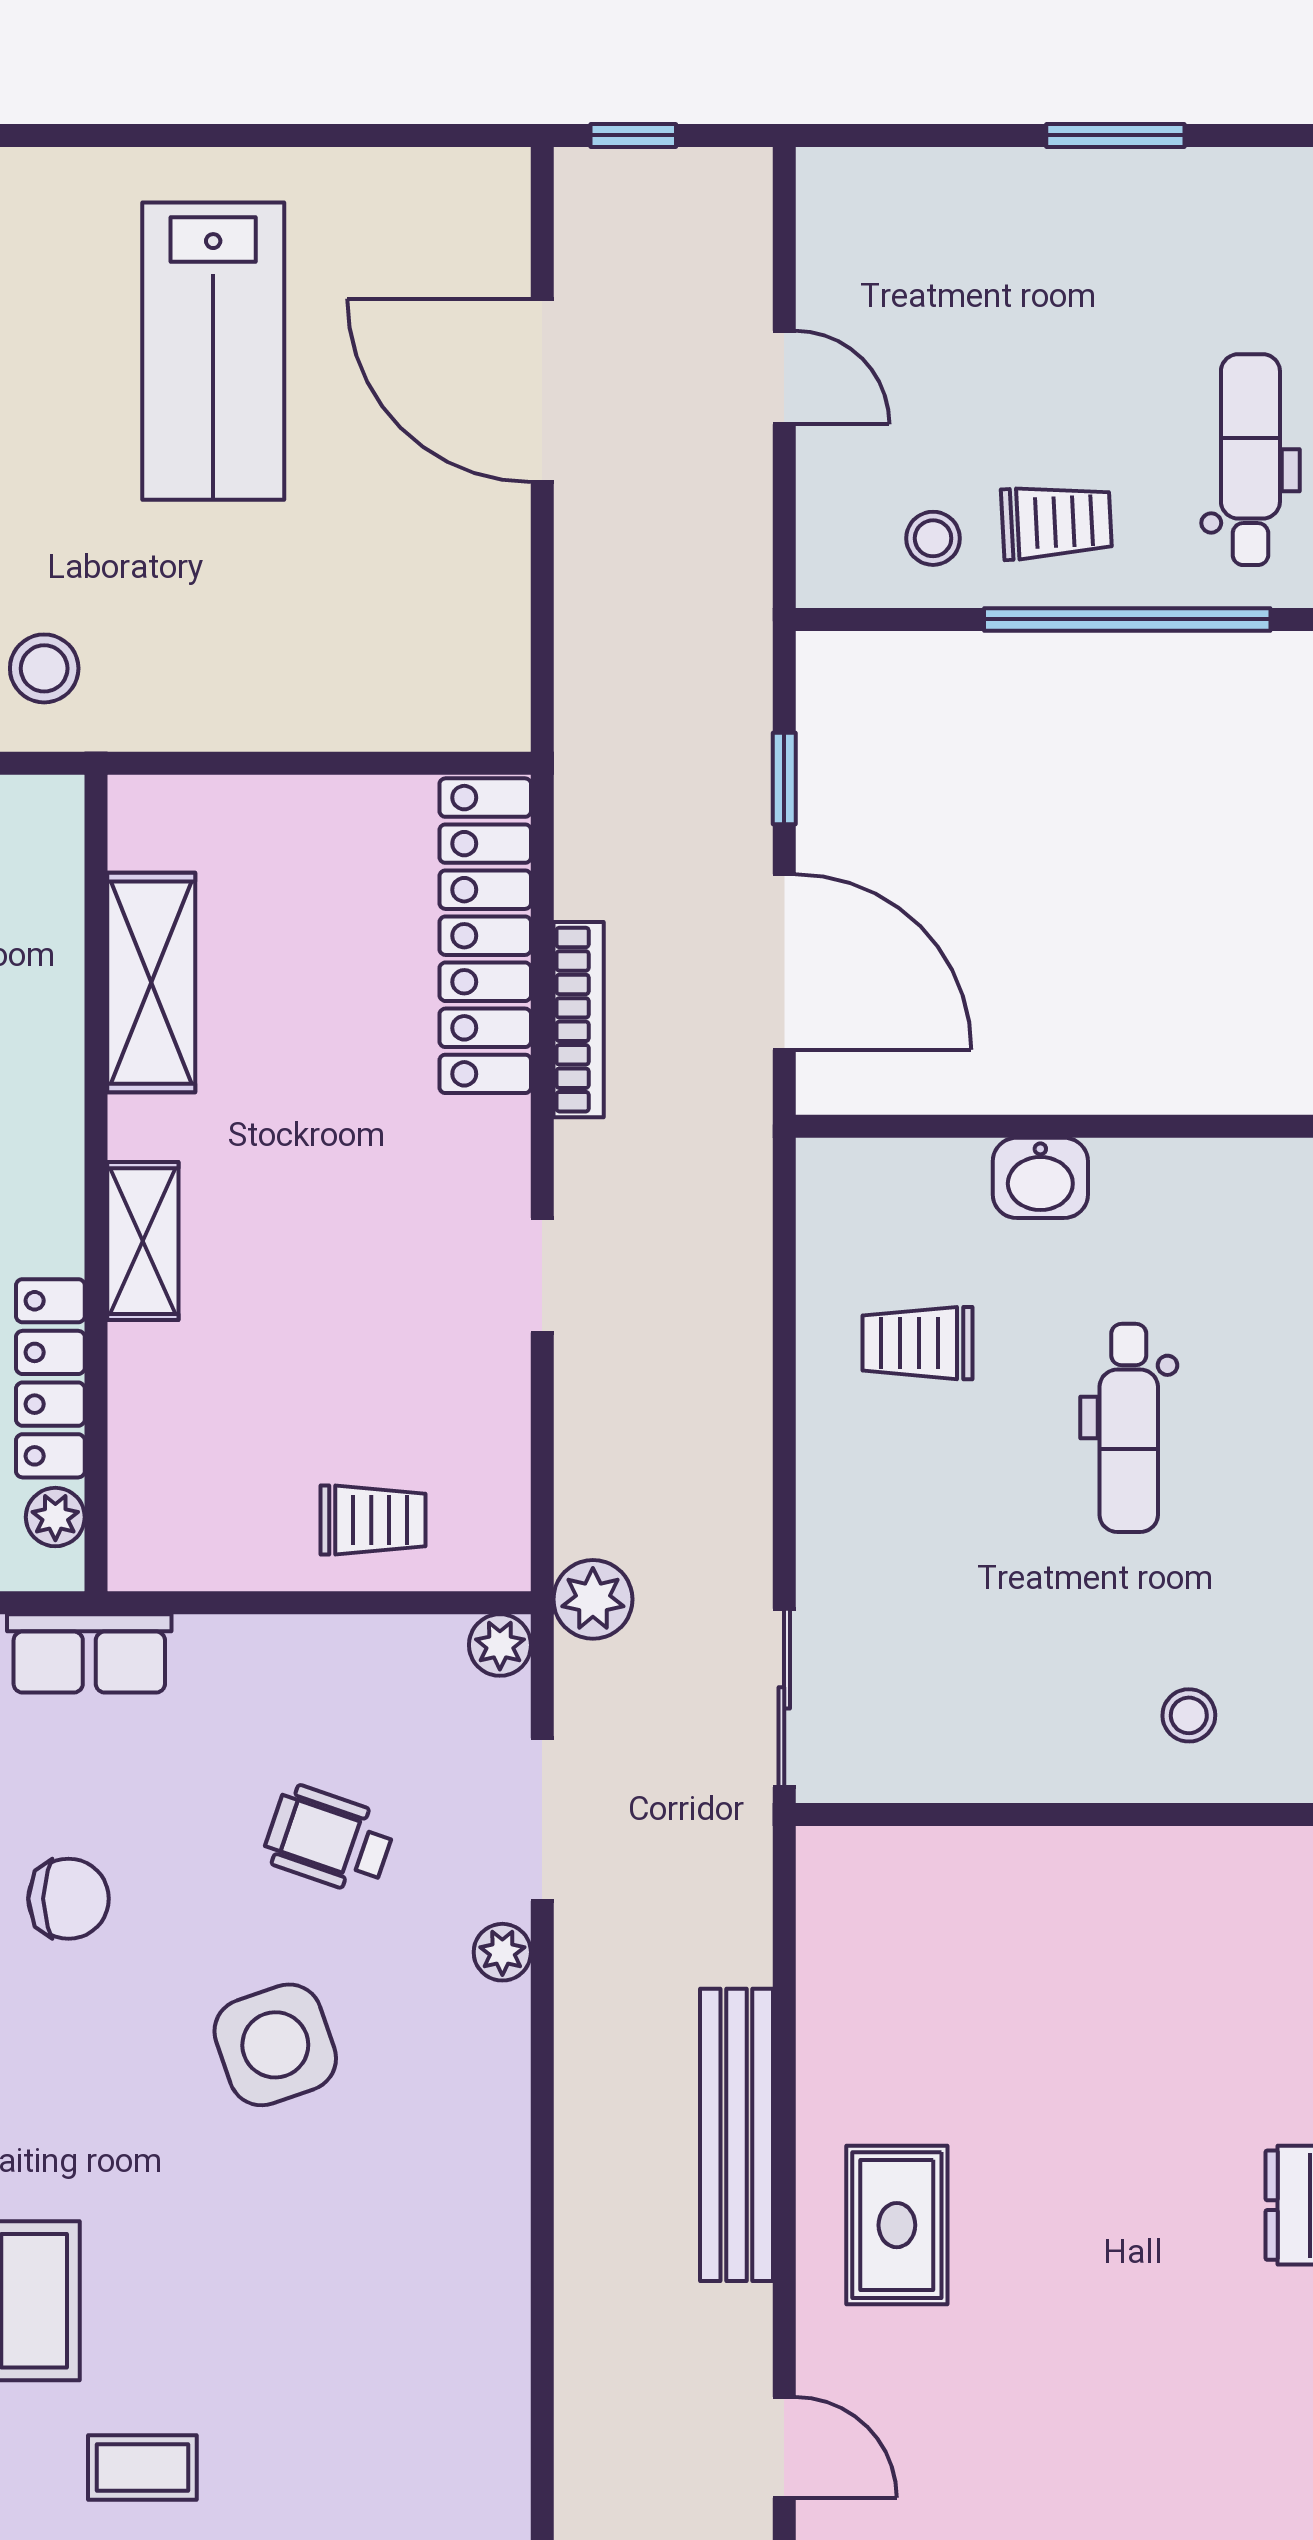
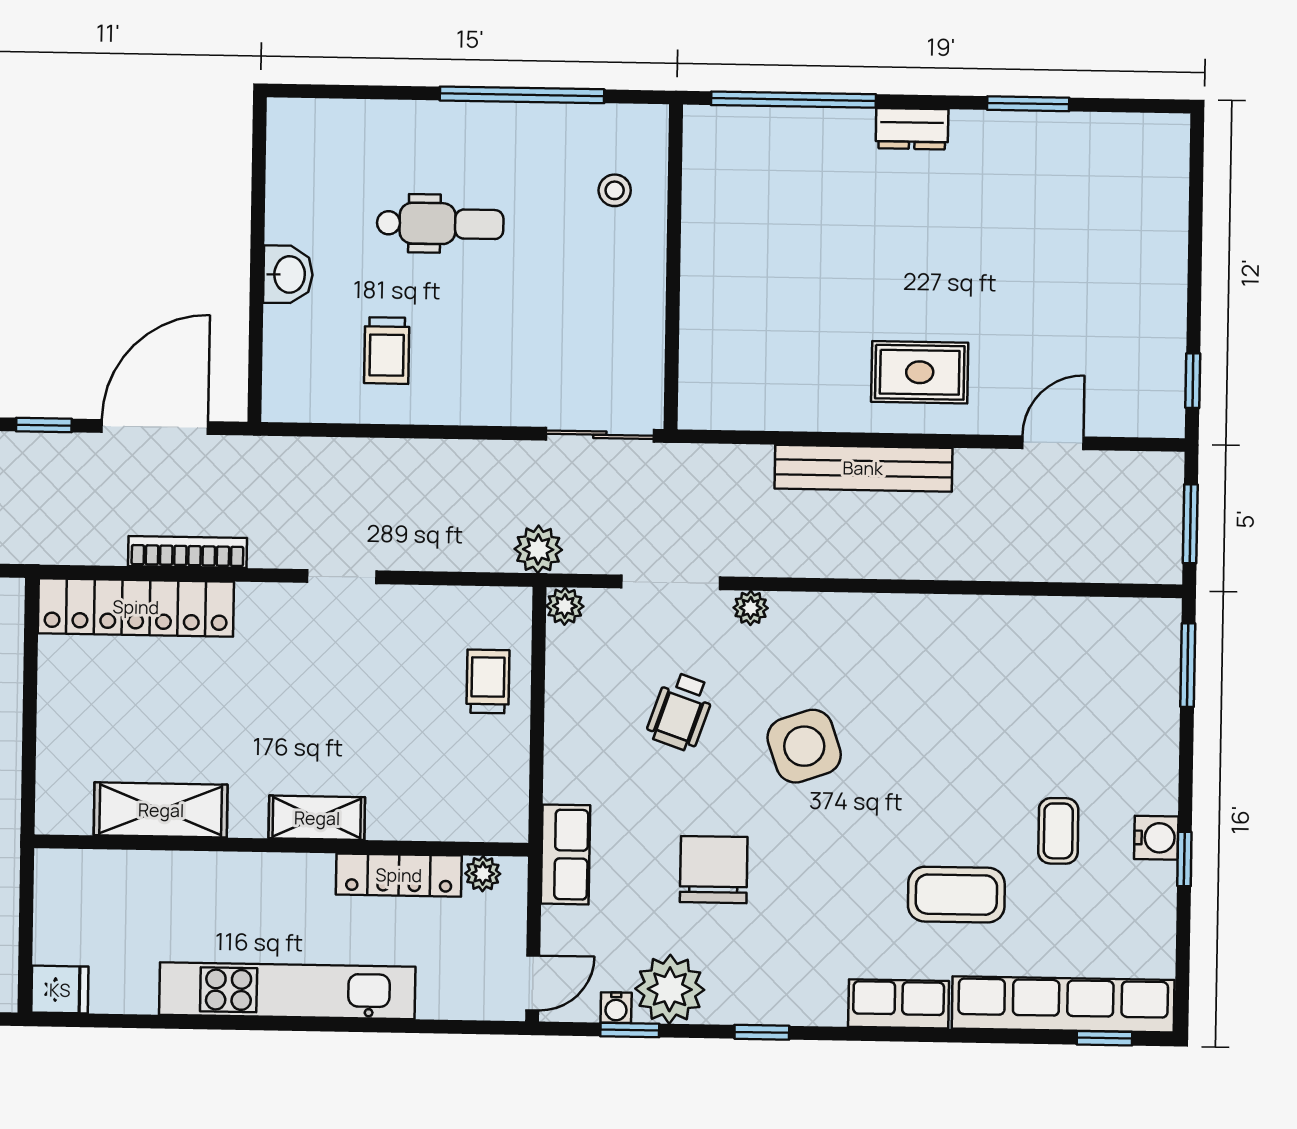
chair: (69, 1899) -> (714, 870), width x1.37, depth x1.37

